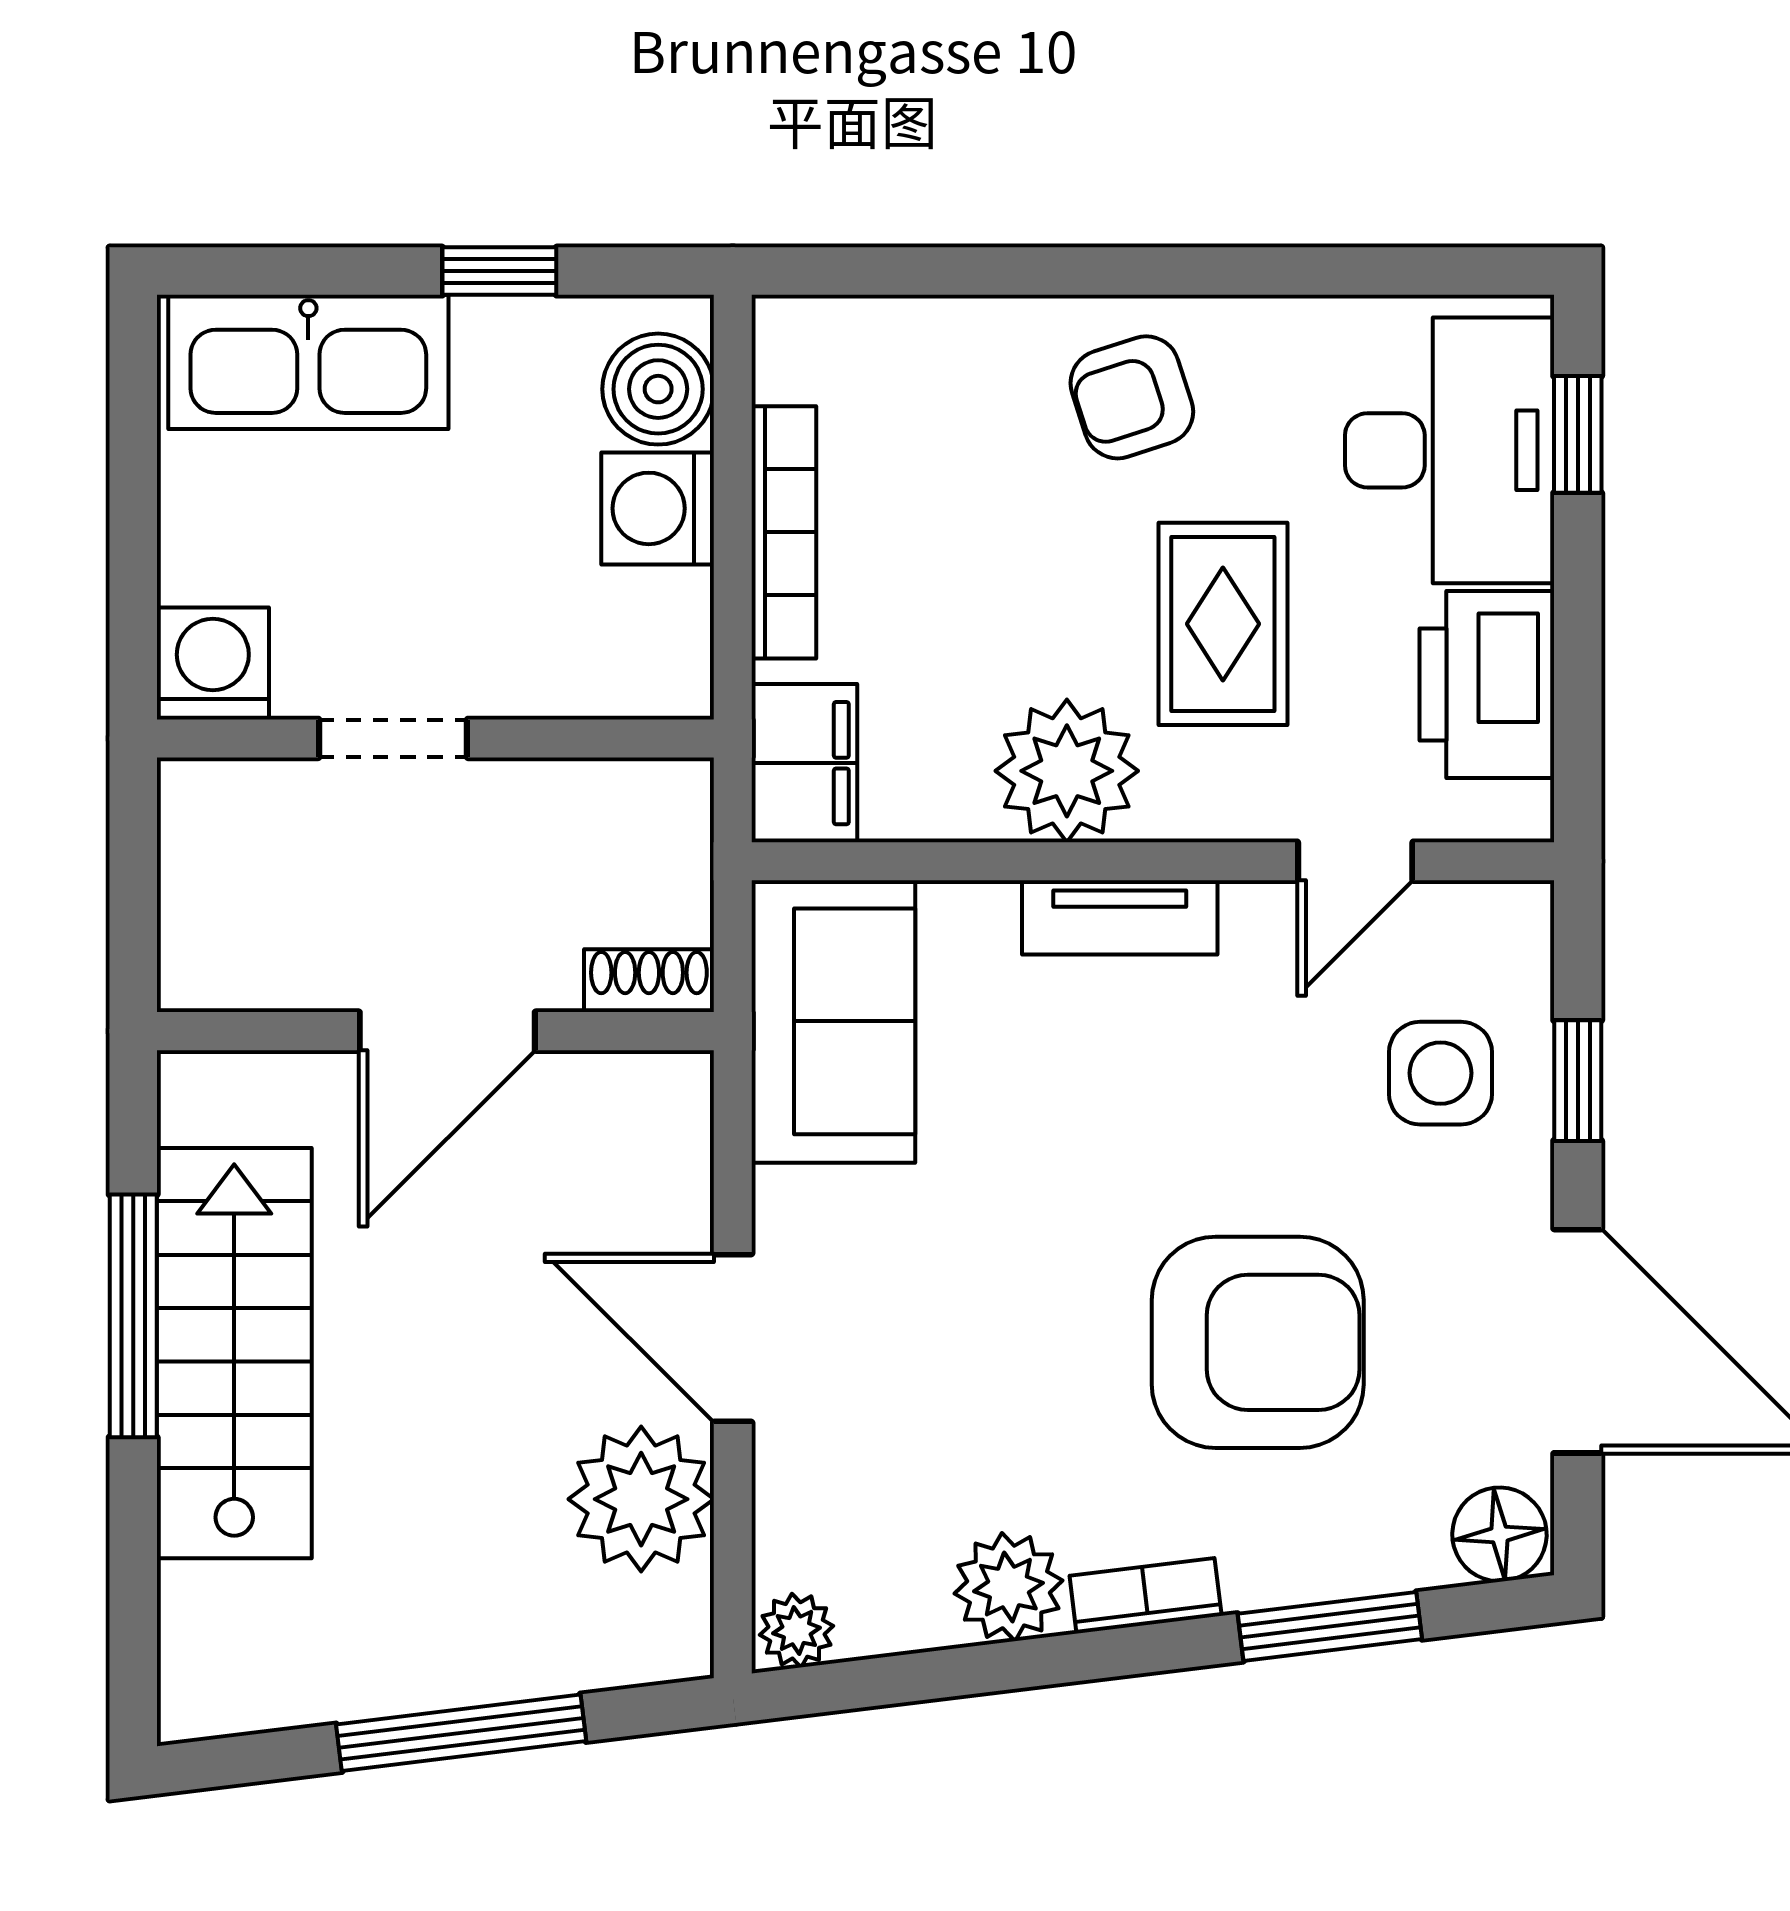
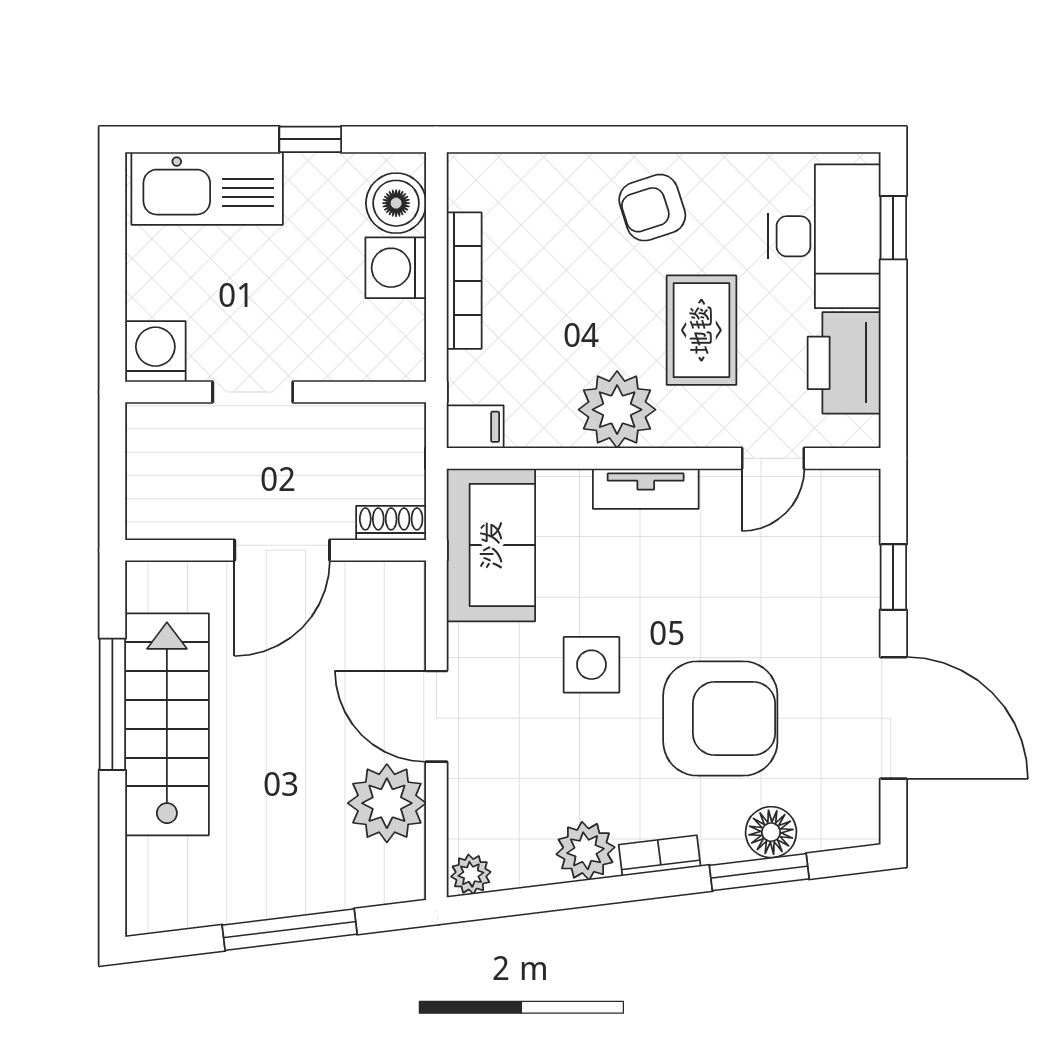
filing cabinet: (804, 763) -> (475, 427), width x0.50
side table: (1441, 1073) -> (591, 665), moved
floor lamp: (1499, 1534) -> (771, 832), moved

